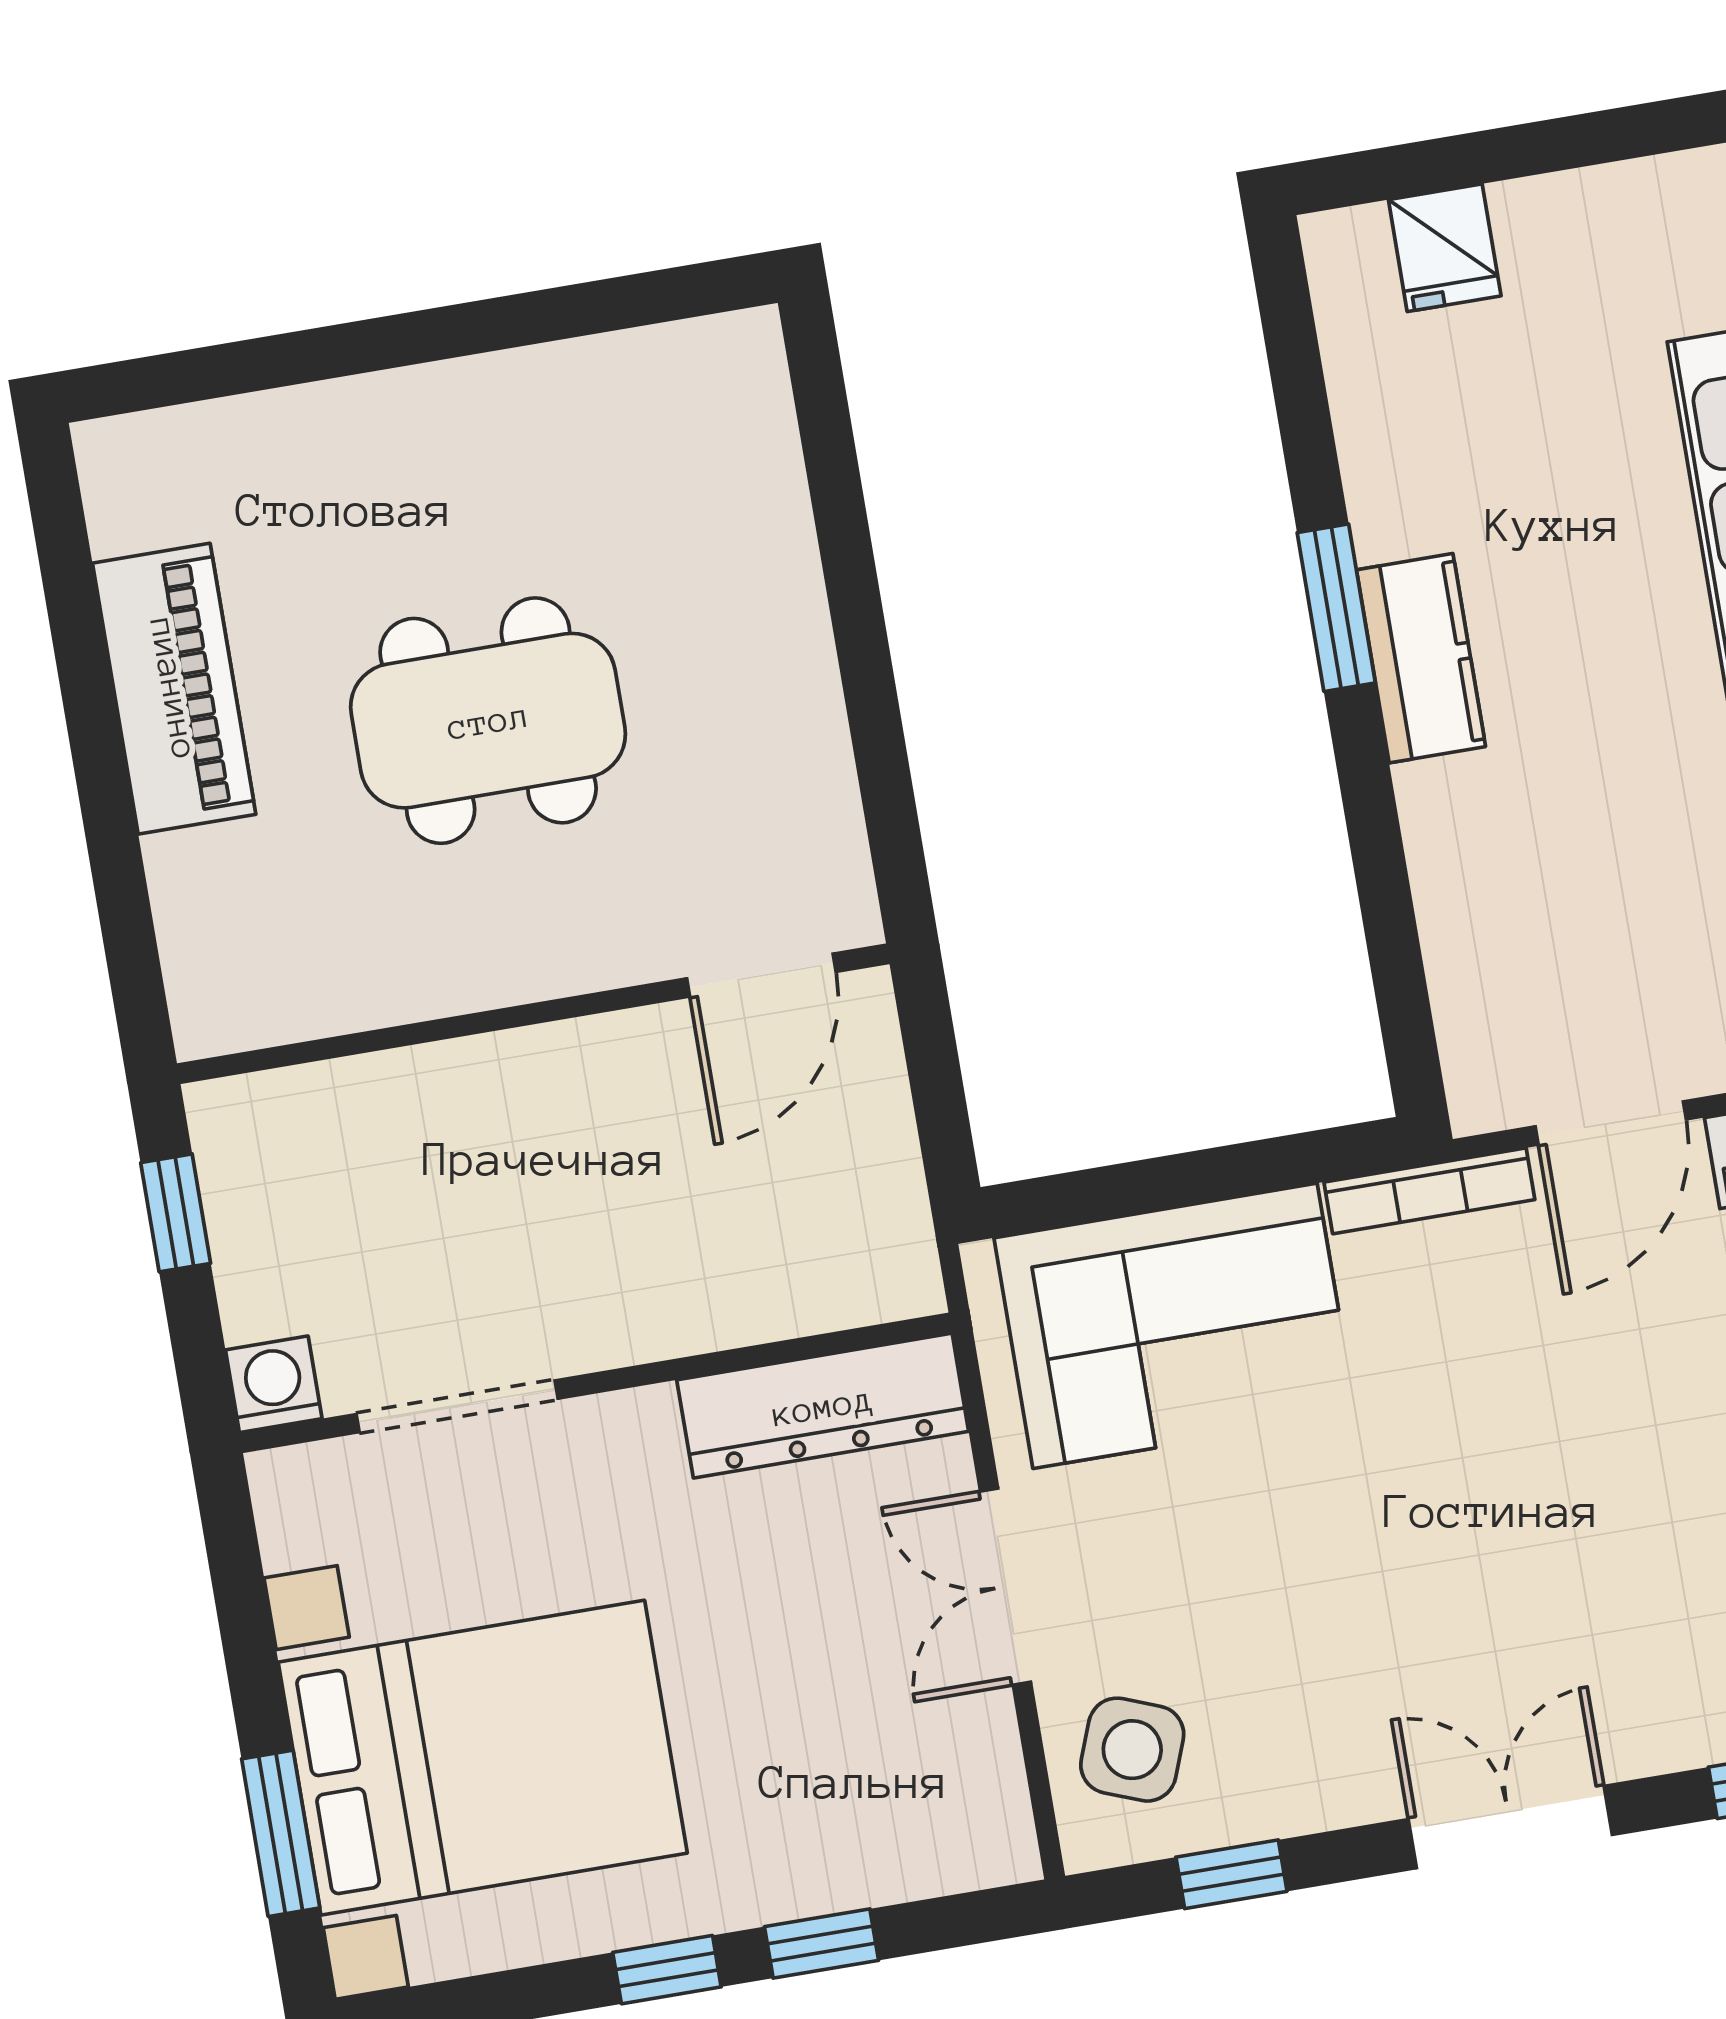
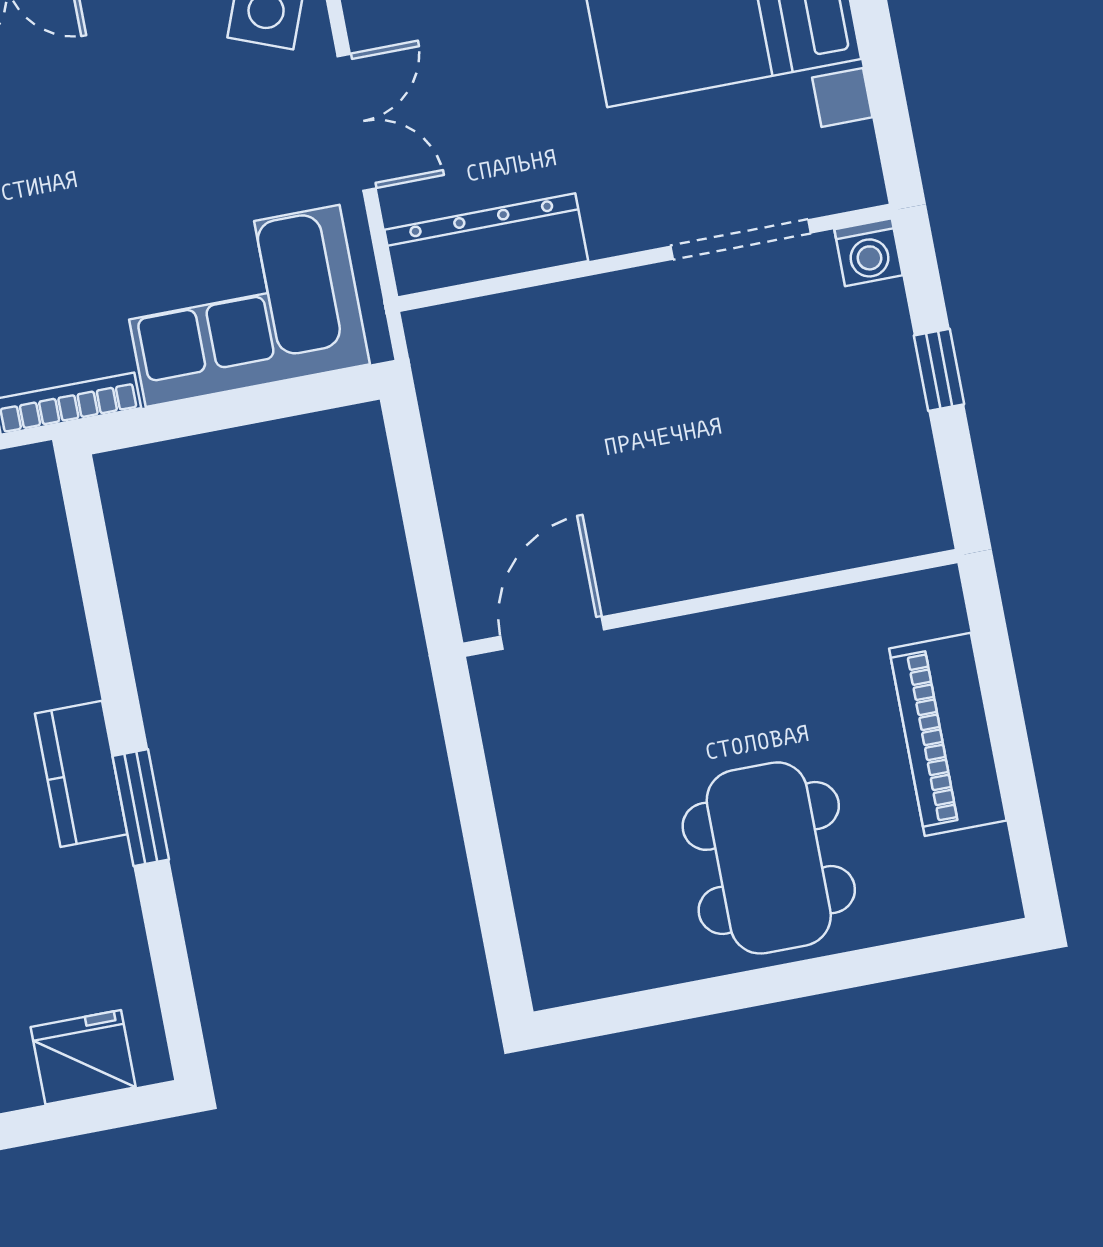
fridge: (1445, 248) -> (83, 1057), width x1.38
dining table: (488, 721) -> (769, 858), moved, turned 90
door: (761, 975) -> (552, 633), moved
wall: (533, 1014) -> (710, 603), moved

